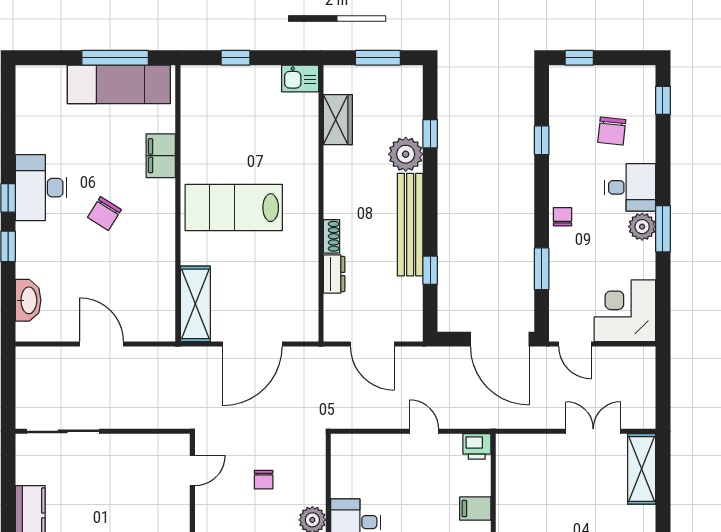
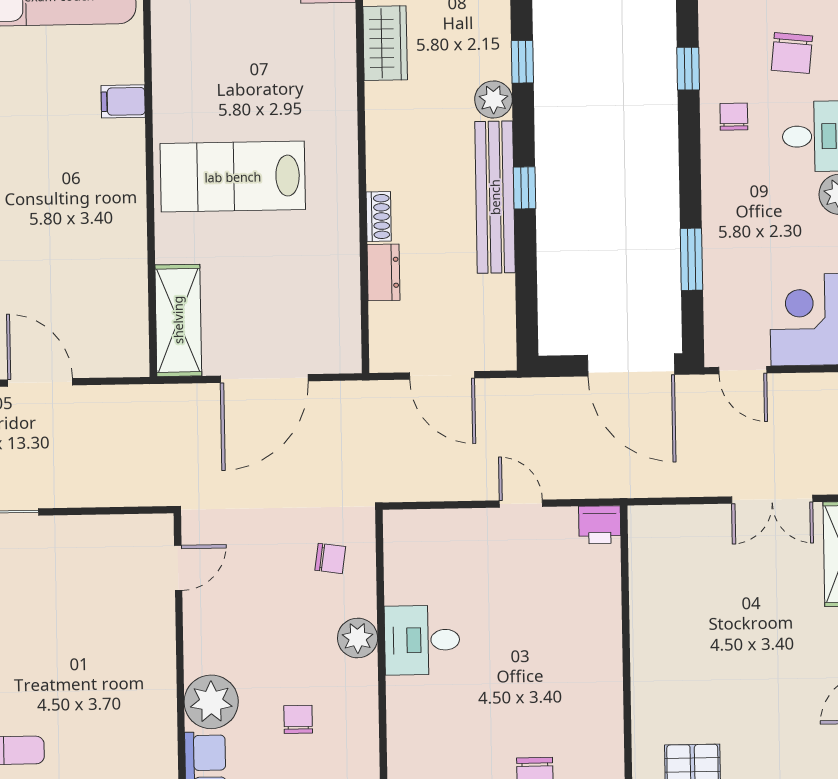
plant: (406, 154) -> (493, 100), width x0.73, depth x0.73
filing cabinet: (161, 156) -> (123, 101), width x0.50
chair: (104, 214) -> (41, 189), removed
chair: (562, 217) -> (734, 117), moved
window: (430, 270) -> (525, 188), moved
double door: (593, 431) -> (772, 499), swing flipped
chair: (264, 480) -> (330, 558), moved, turned -82
filing cabinet: (475, 509) -> (599, 617), removed

